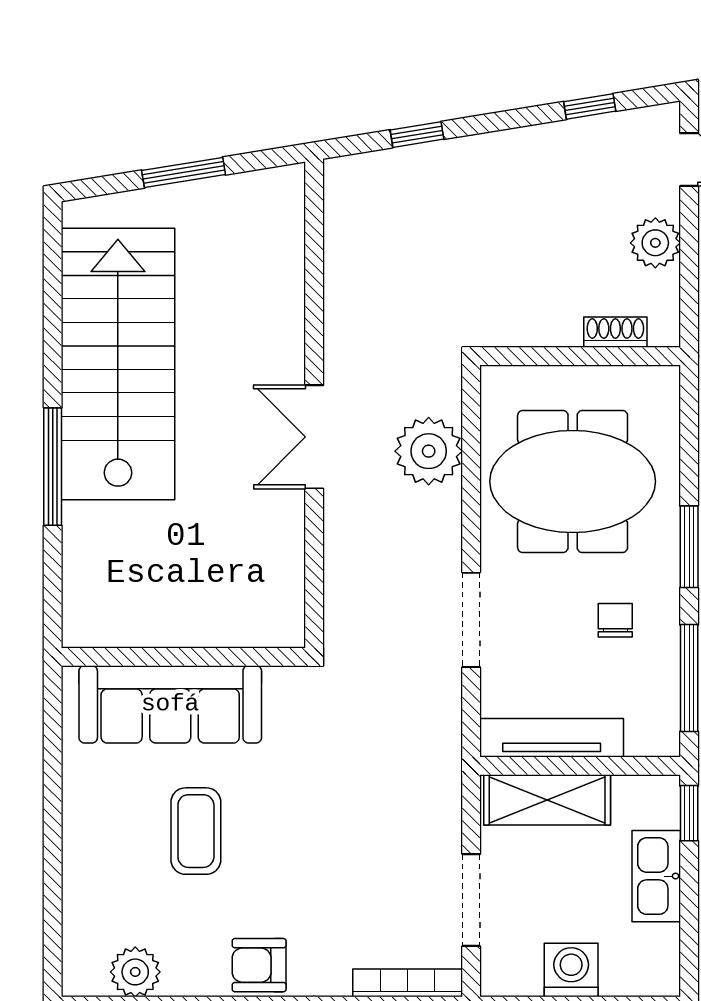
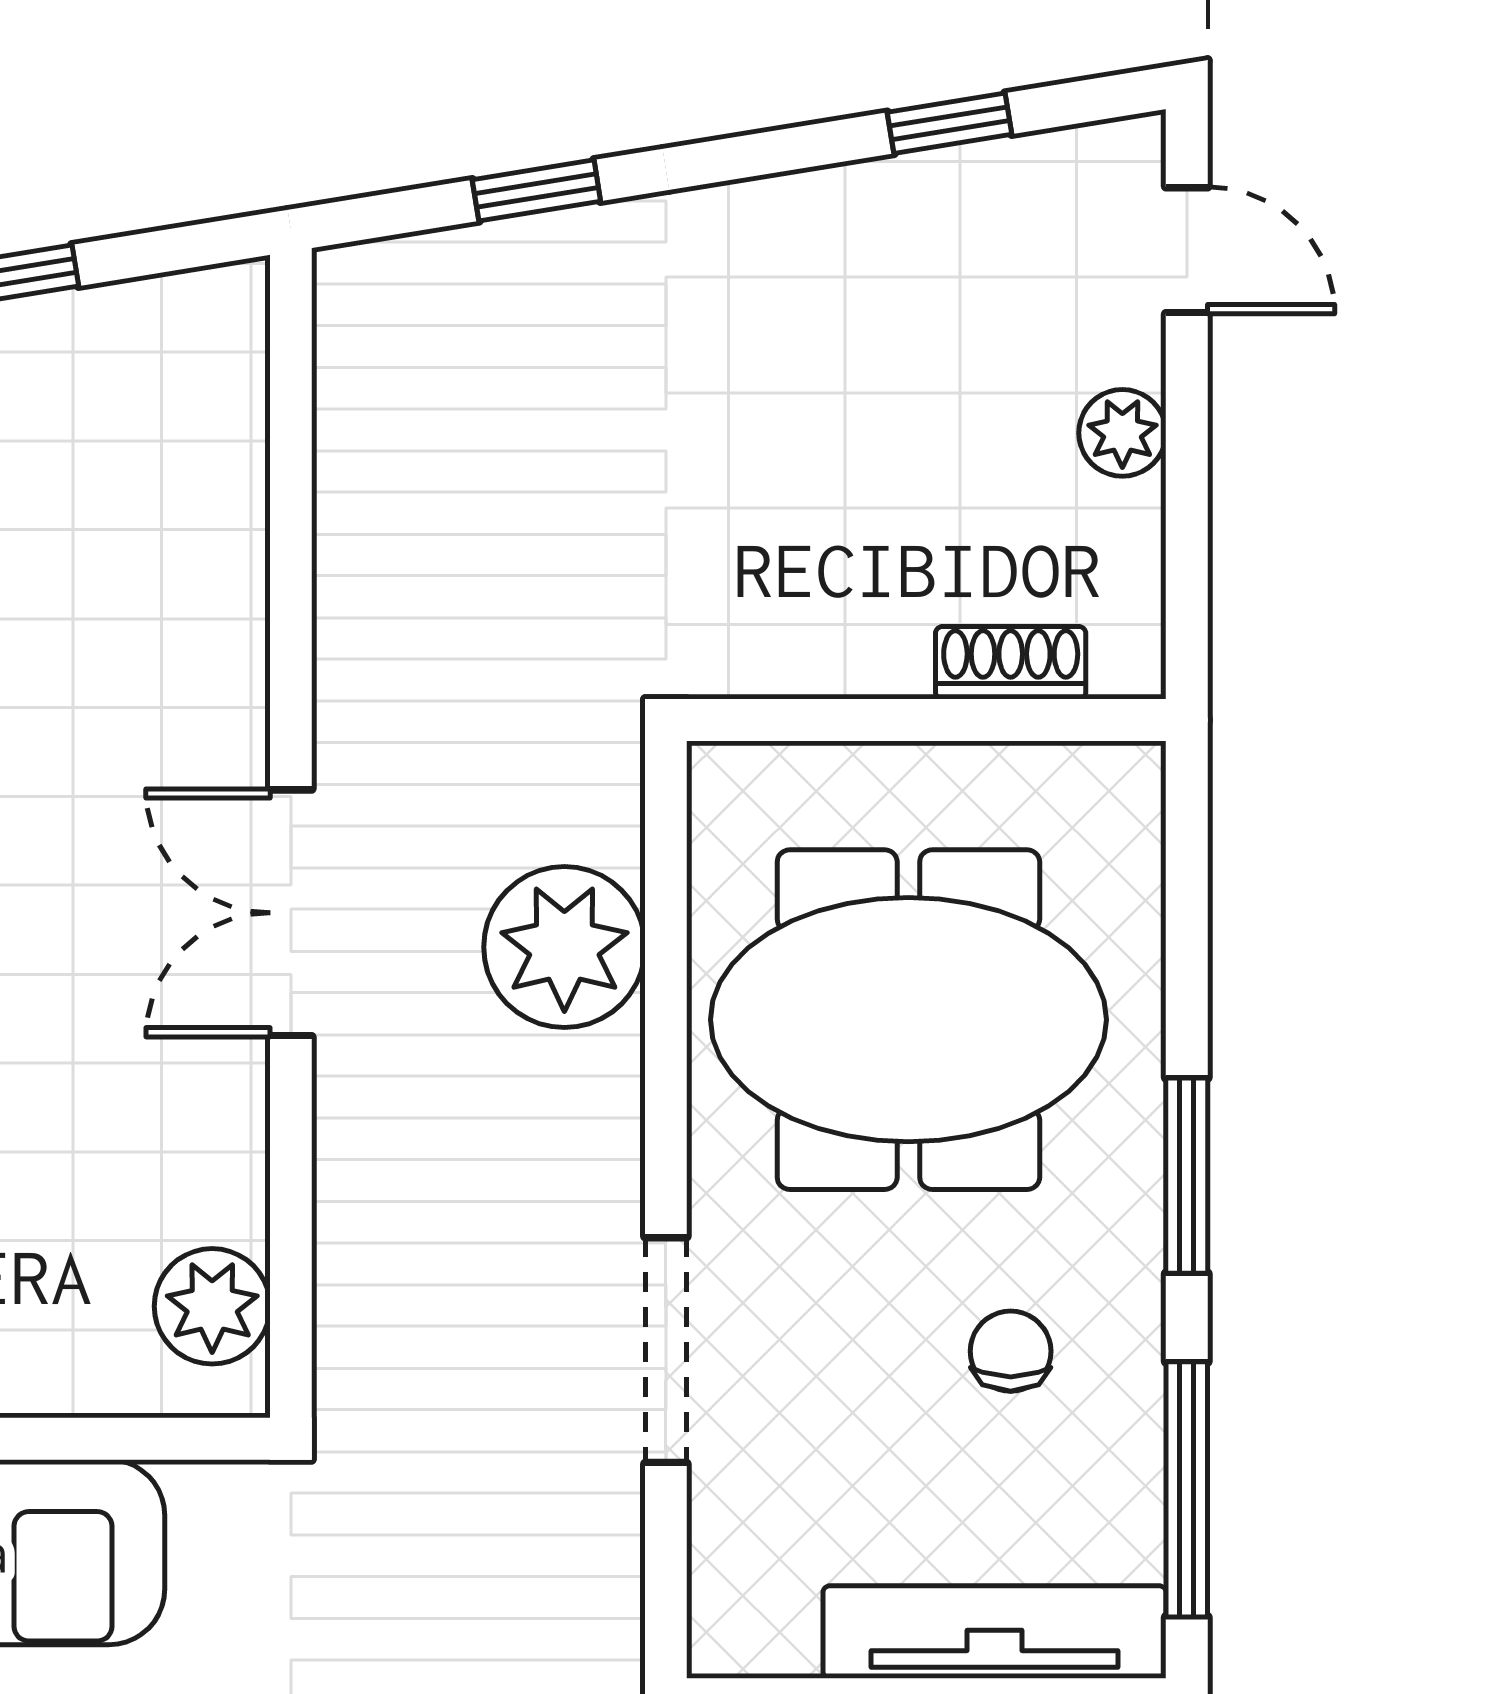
plant: (655, 243) -> (1122, 433), width x0.73, depth x0.73
plant: (281, 601) -> (212, 1306), added
tv unit: (552, 738) -> (994, 1632), moved

